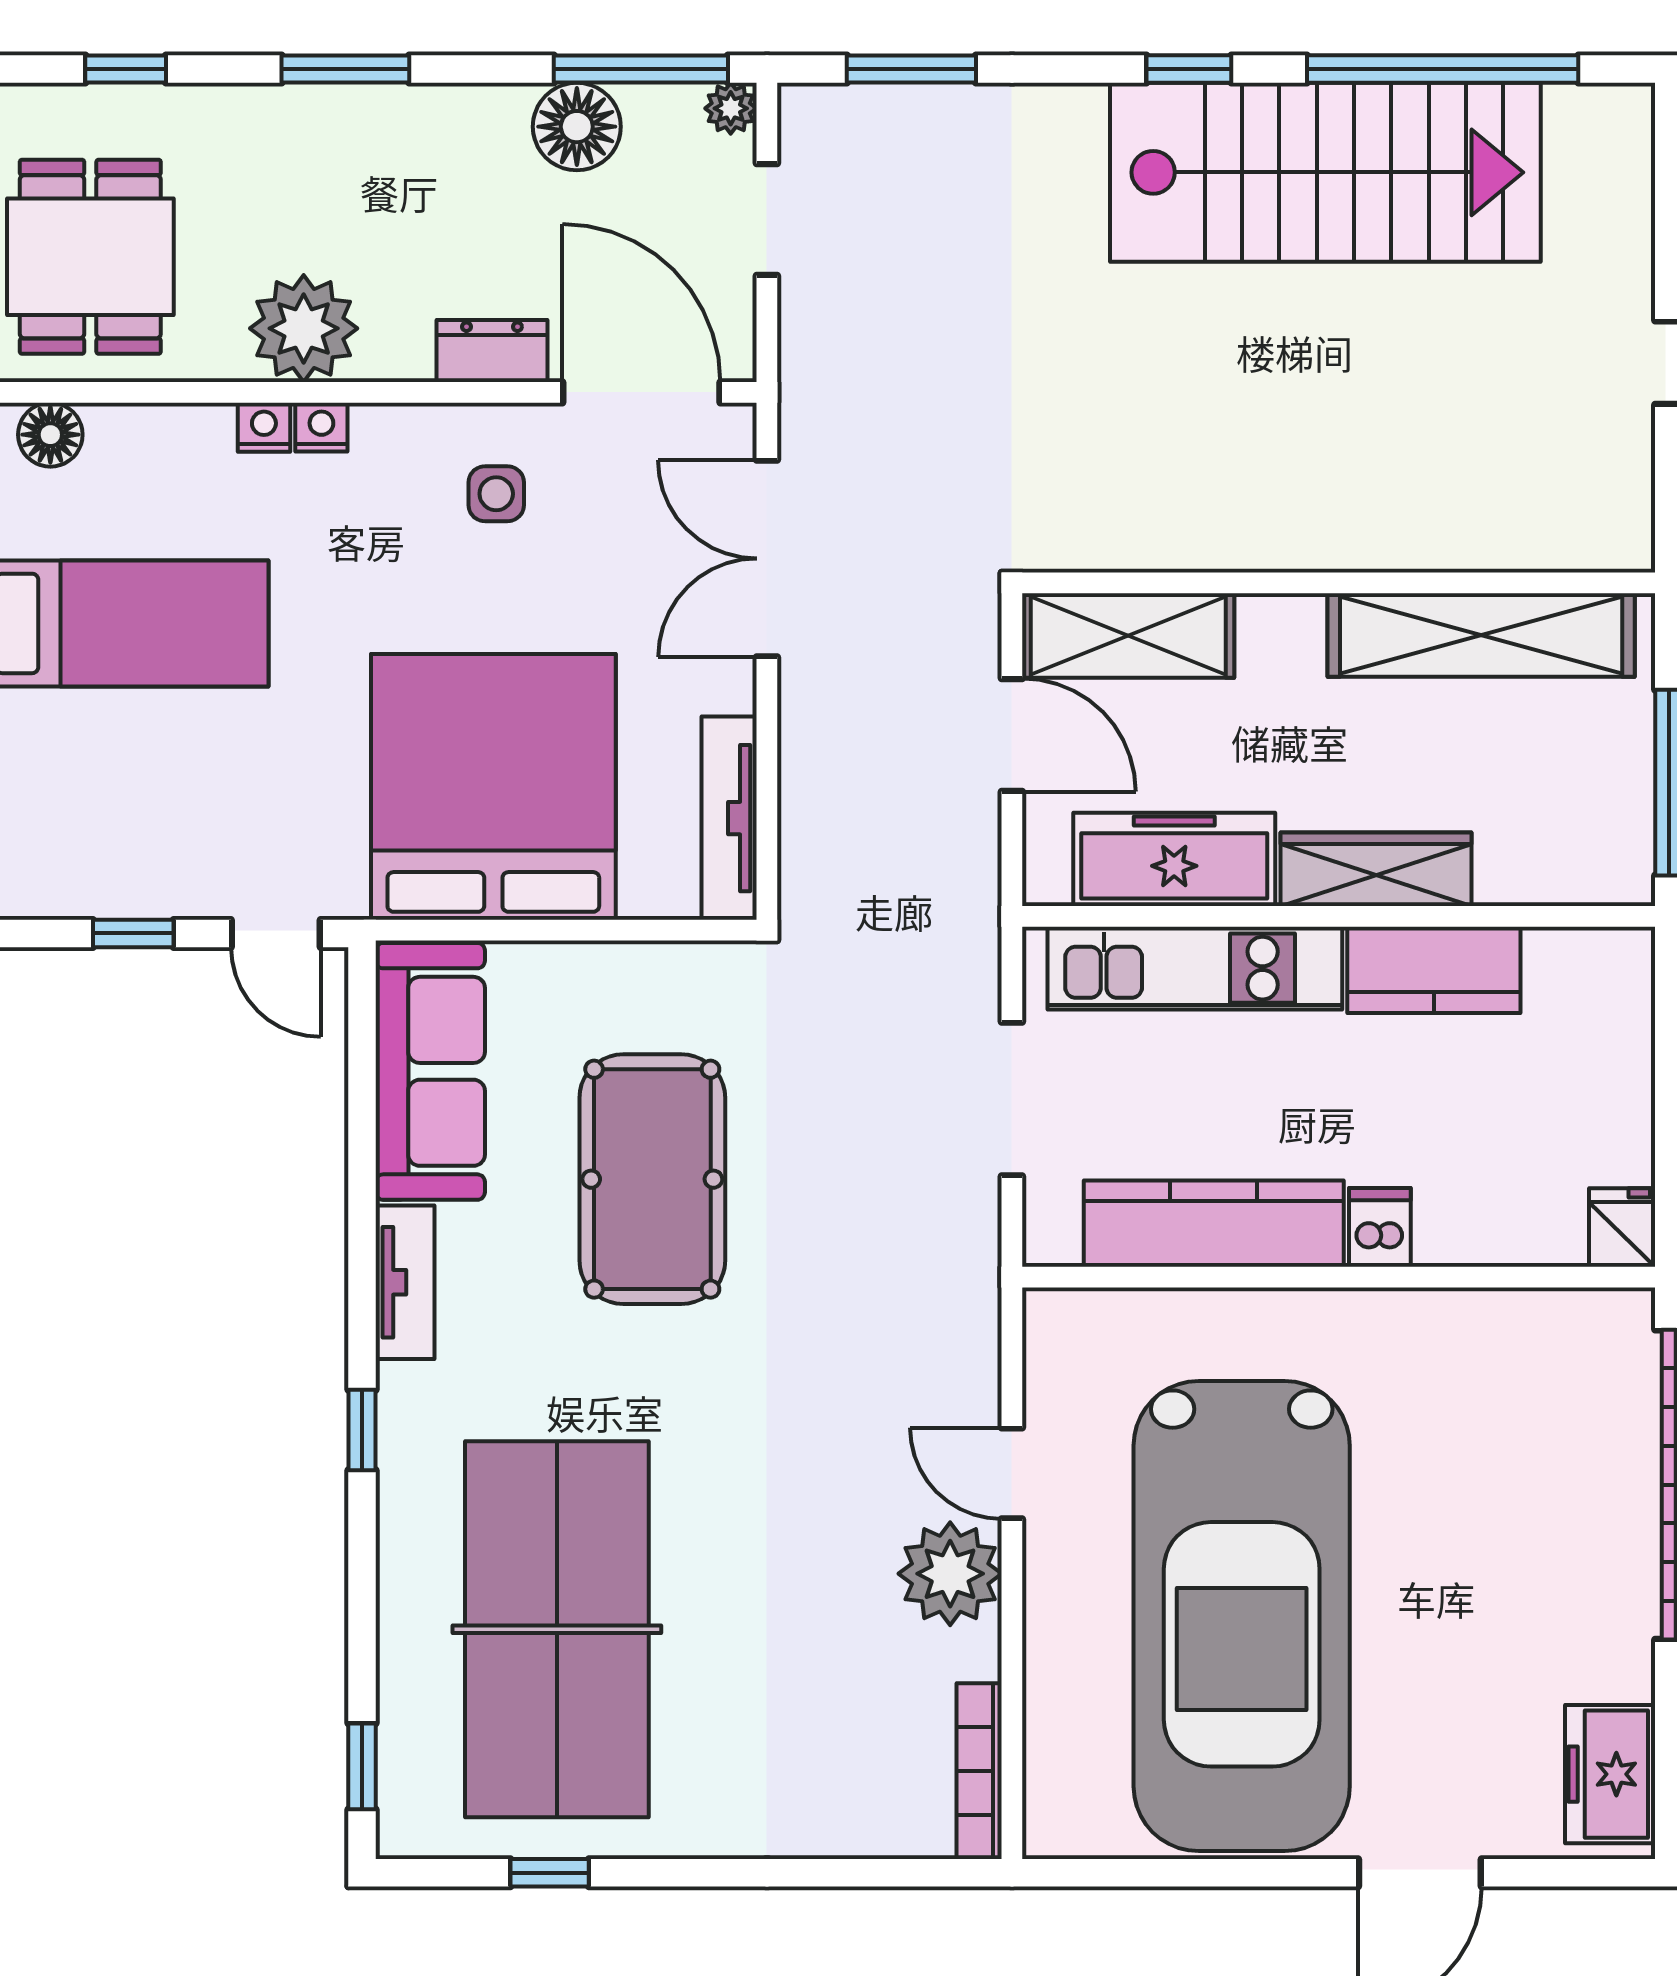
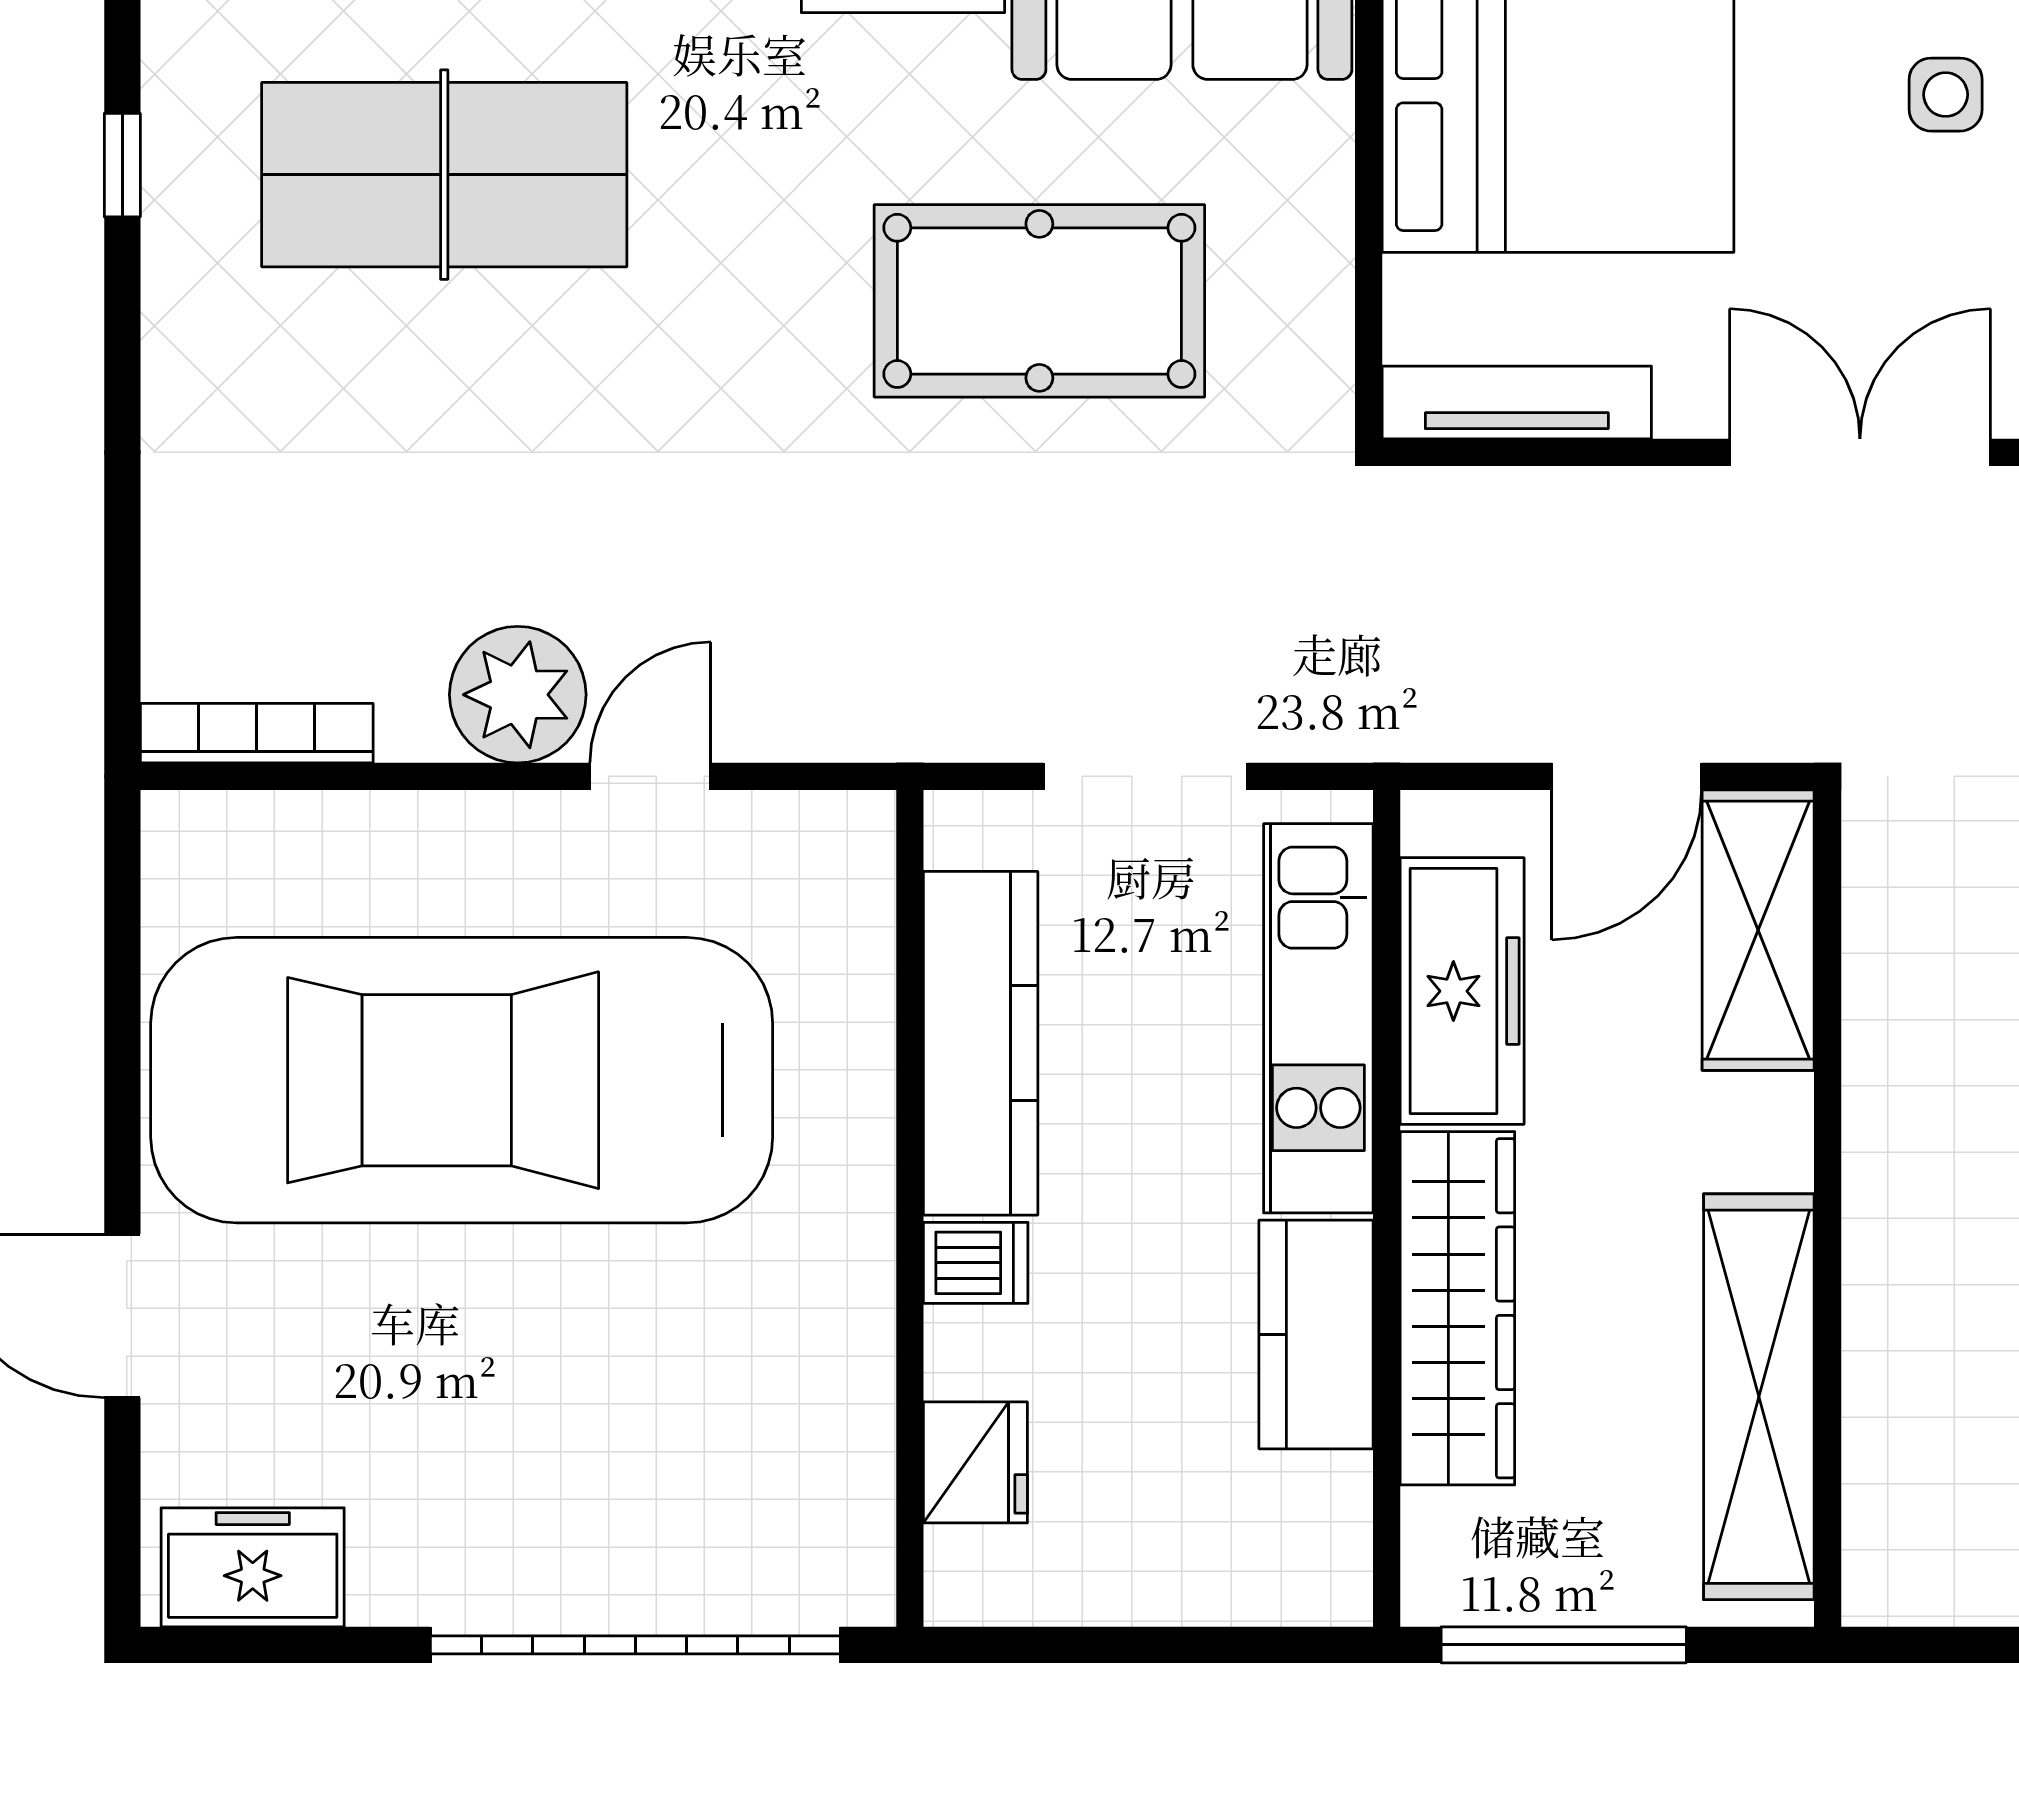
wardrobe: (1376, 869) -> (1457, 1308), width x1.40, depth x1.17
fridge: (1622, 1228) -> (975, 1462), moved, width x1.38
table tennis table: (557, 1629) -> (444, 175), width x0.73, depth x0.76

